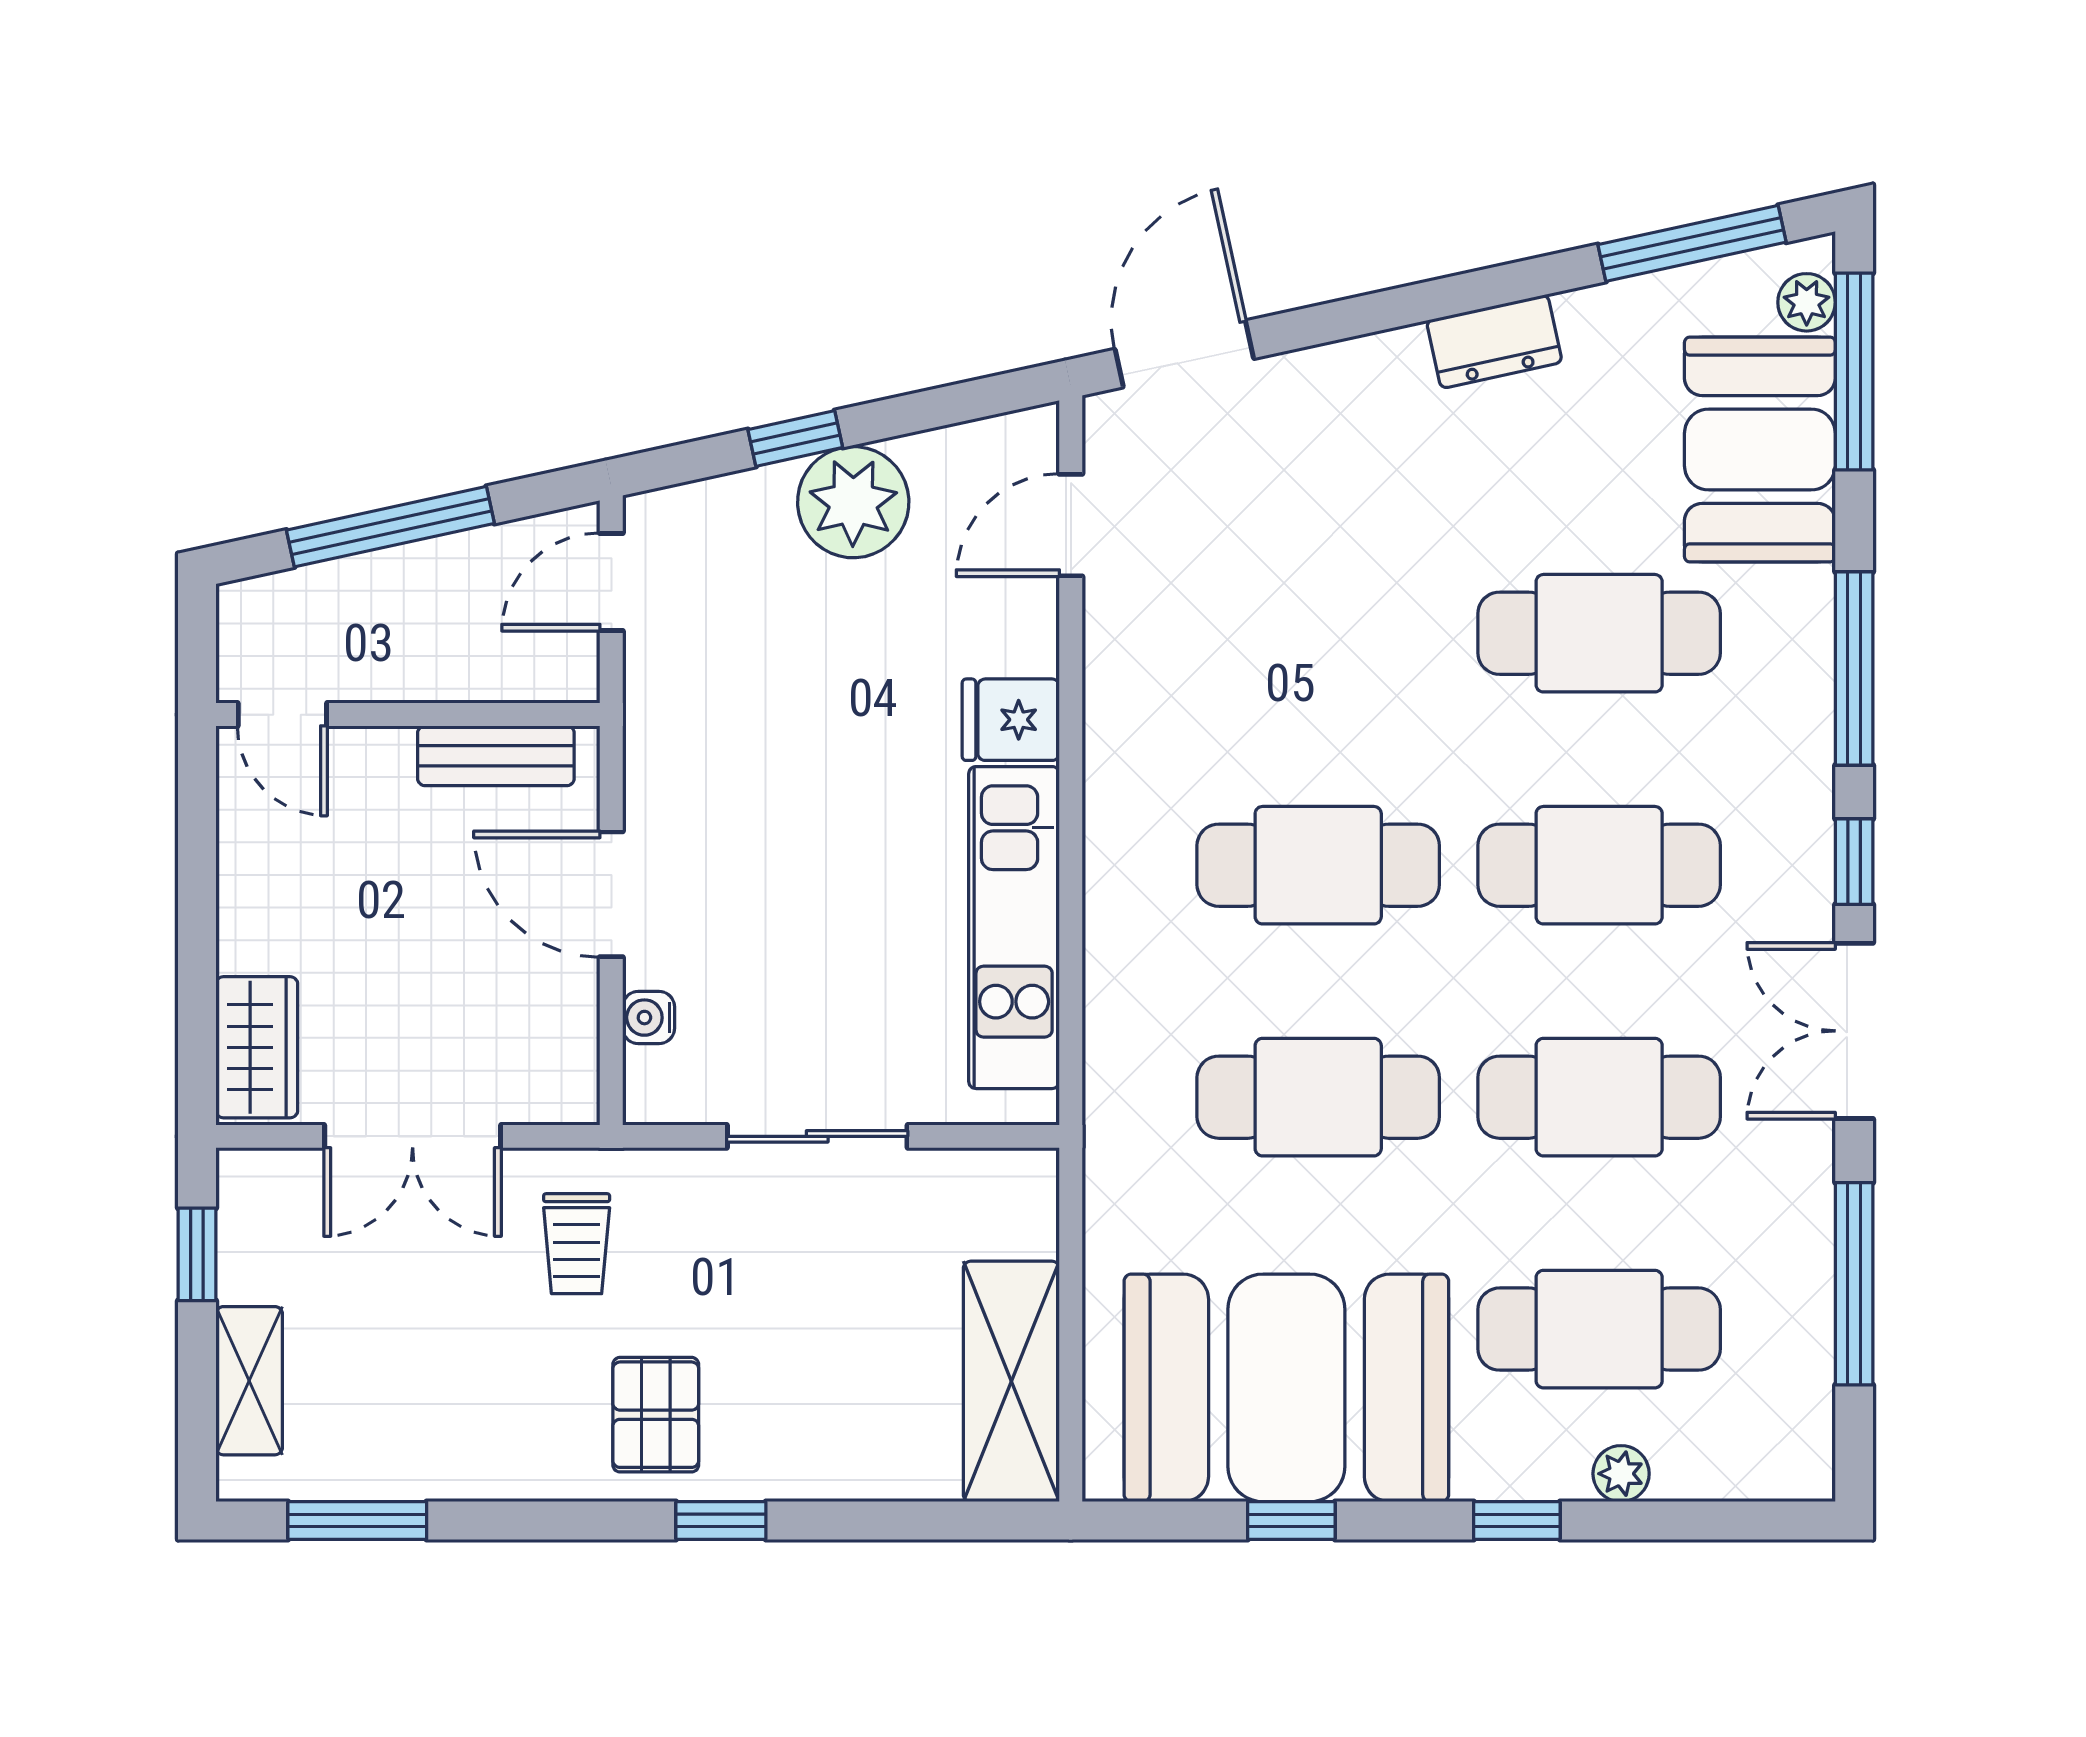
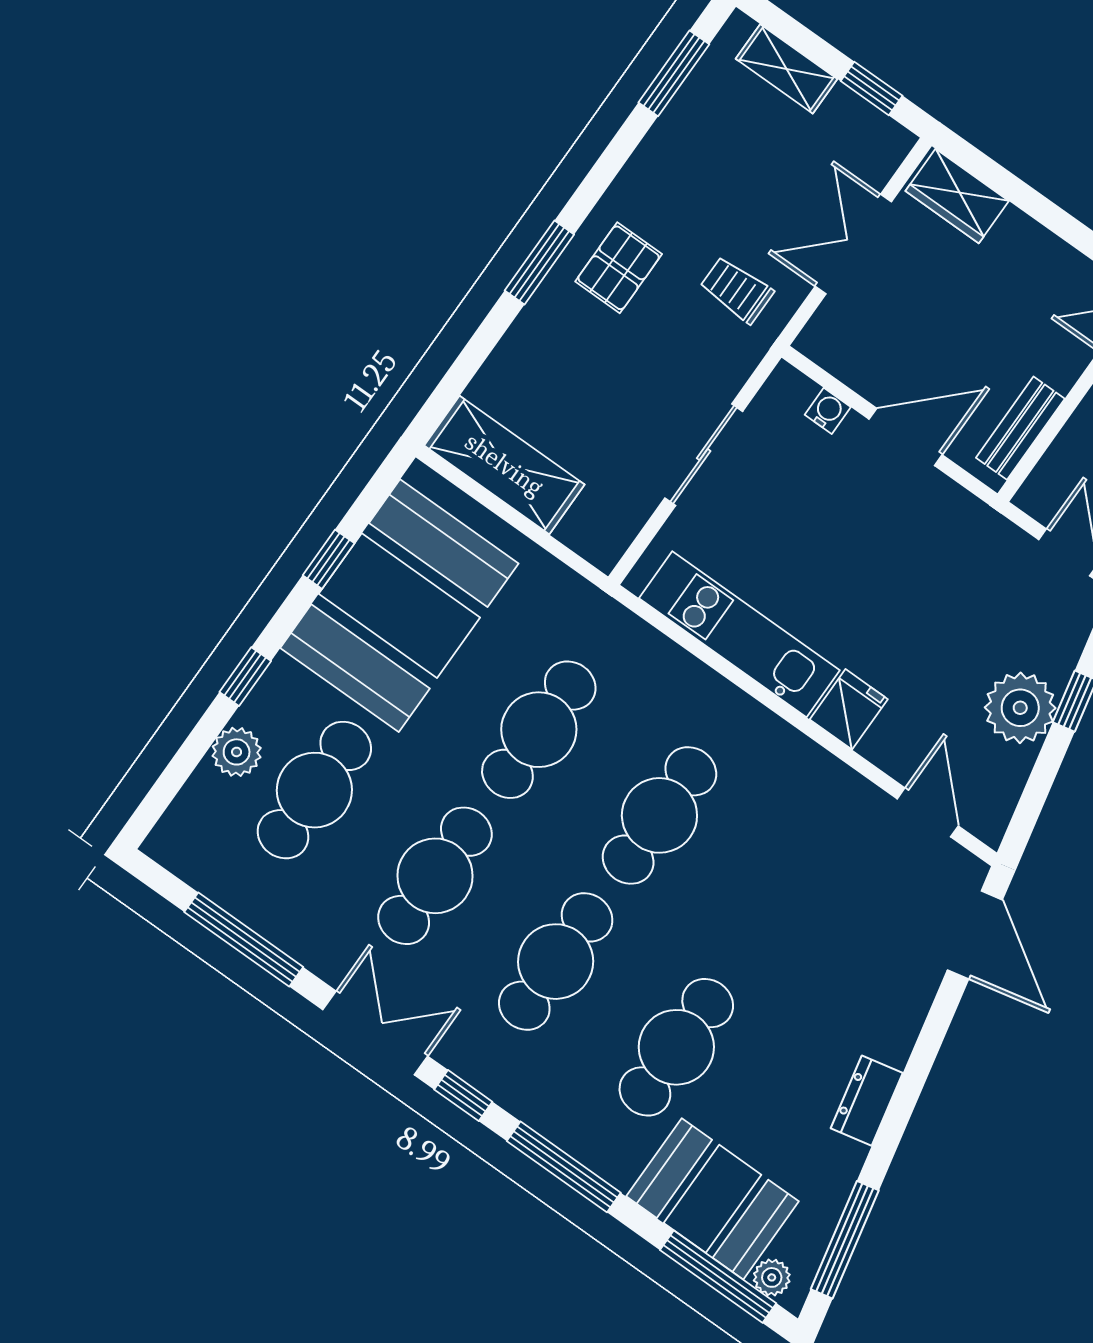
pallet: (656, 1415) -> (619, 268), turned 90
plant: (1621, 1474) -> (237, 752), width x1.38, depth x1.38
window: (721, 1521) -> (539, 262), width x1.50

